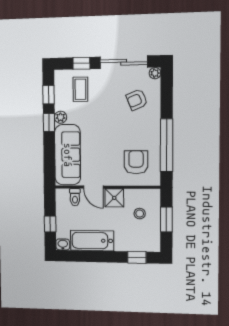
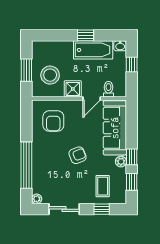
sliding door: (124, 62) -> (64, 209), width x0.73
armchair: (137, 100) -> (77, 155), moved
window: (167, 145) -> (26, 165), moved
door: (93, 187) -> (92, 99), swing flipped
stool: (140, 214) -> (50, 75), width x1.89, depth x1.89
window: (137, 257) -> (85, 35), moved

